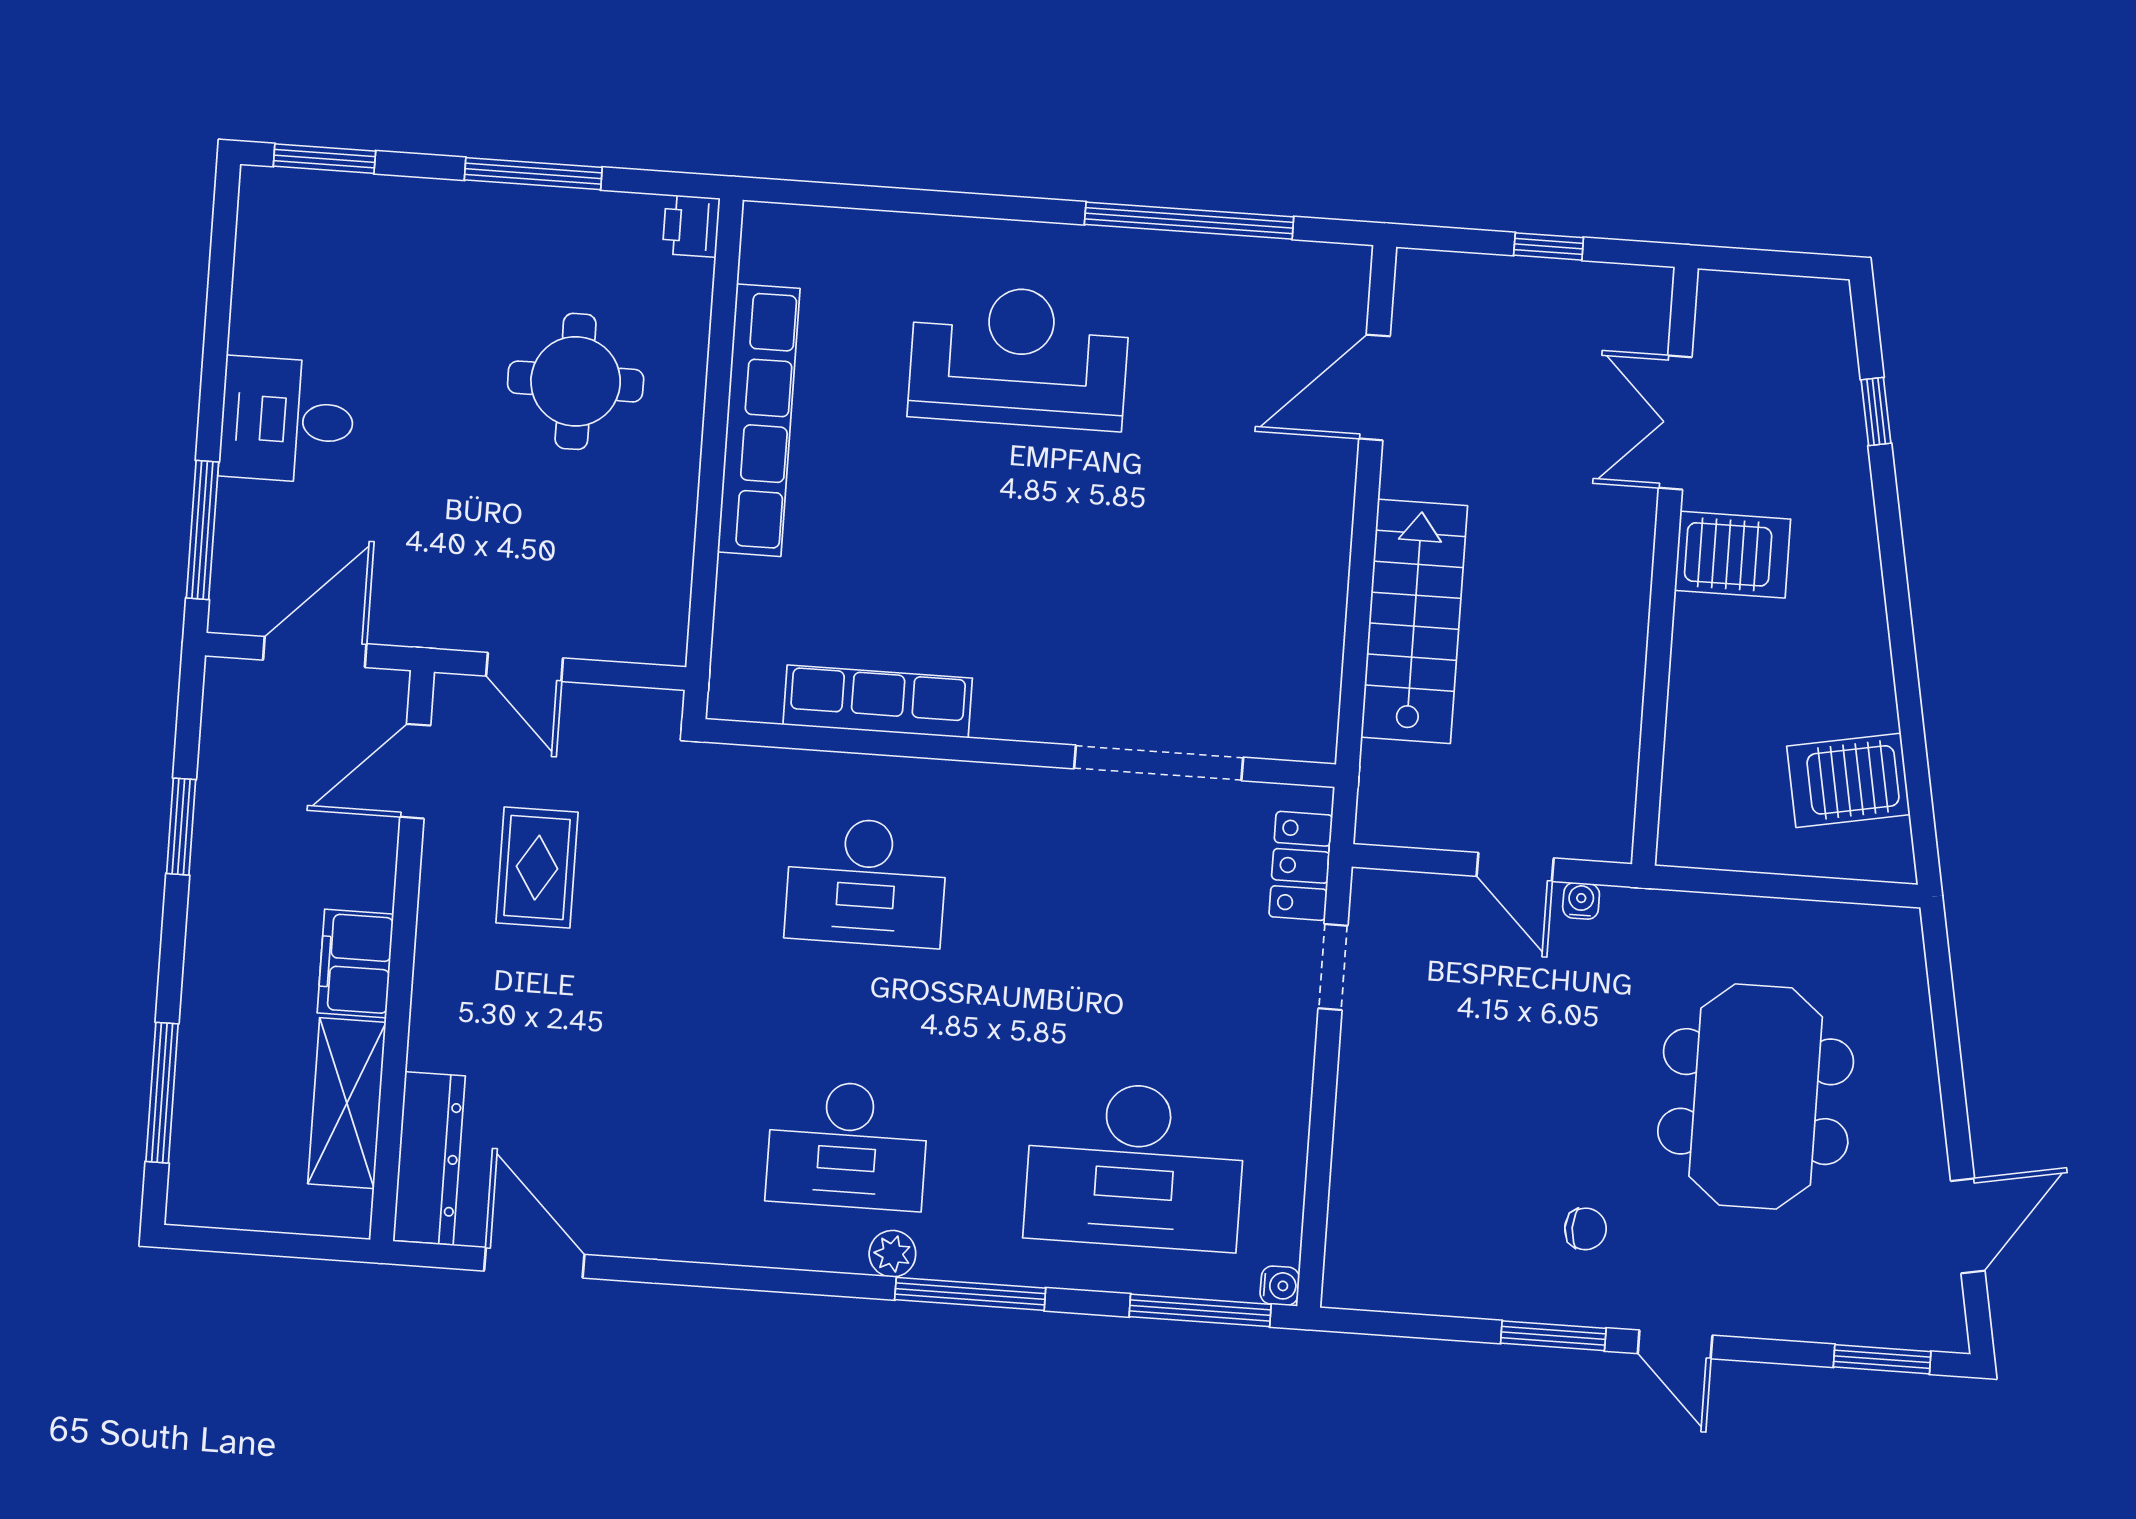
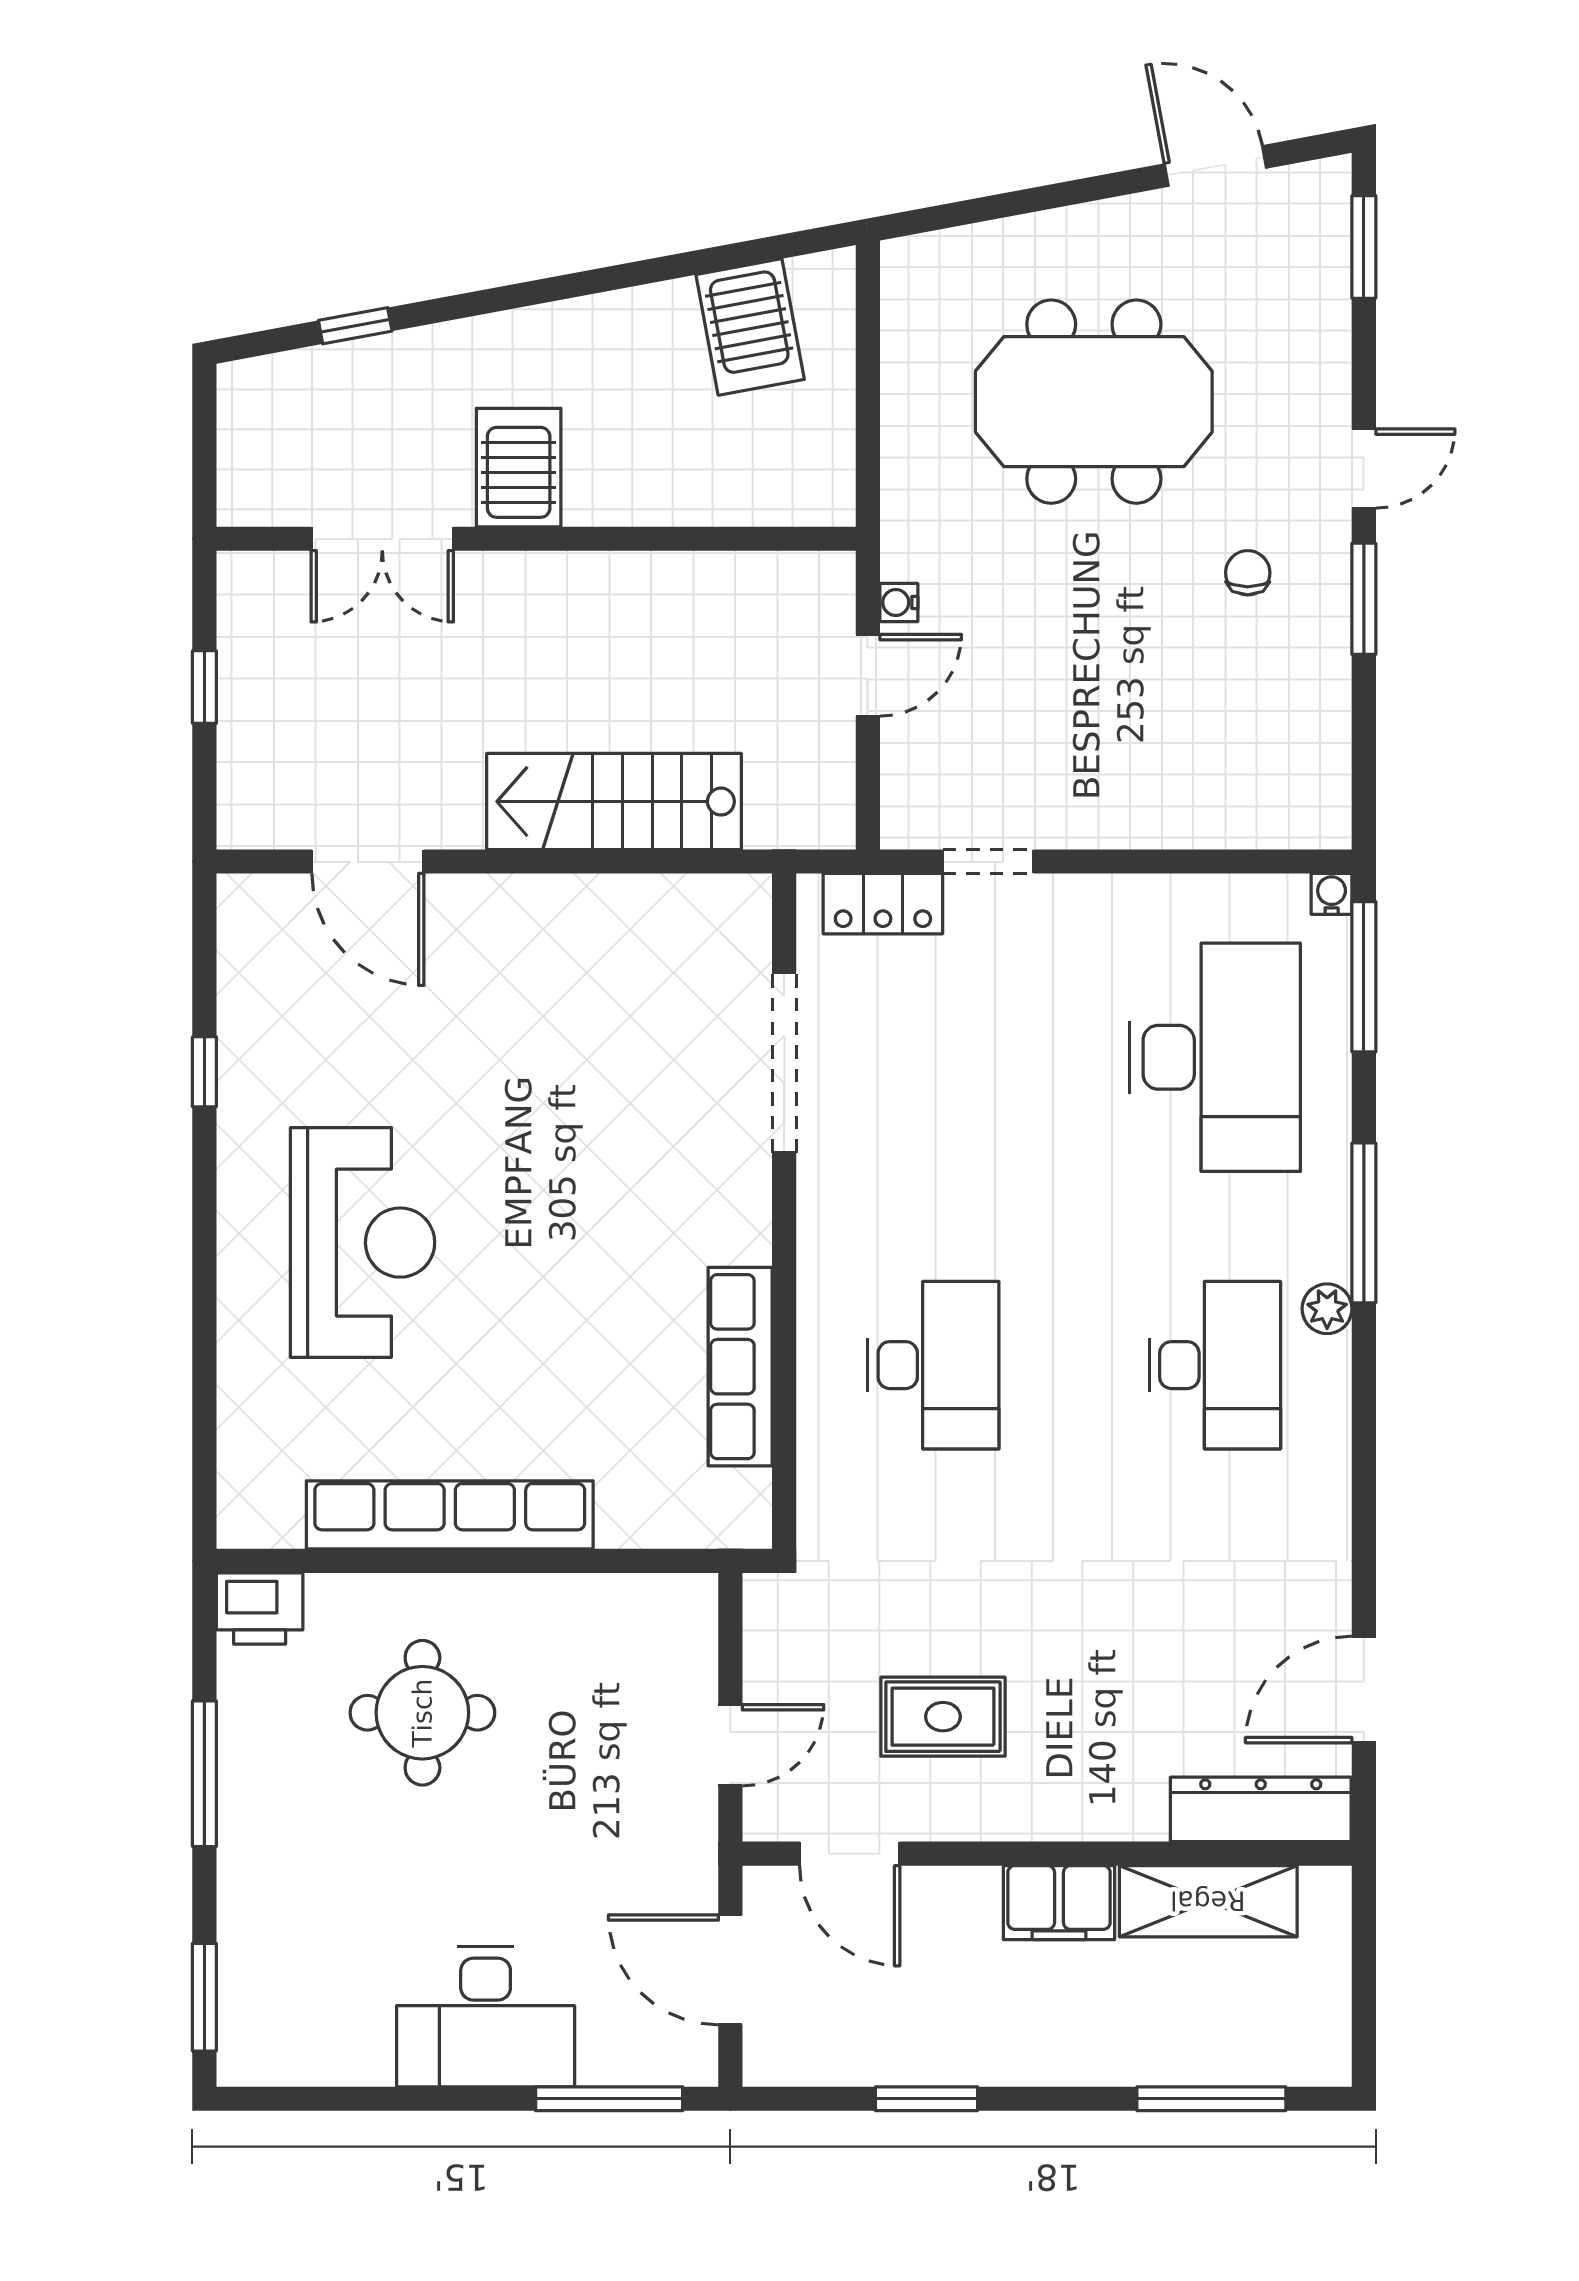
window: (1189, 221) -> (204, 1072), width x0.32
printer: (691, 226) -> (260, 1608), width x1.36, depth x1.24
reception desk: (1019, 357) -> (362, 1243), turned 180
desk: (287, 420) -> (486, 2017), width x1.37

